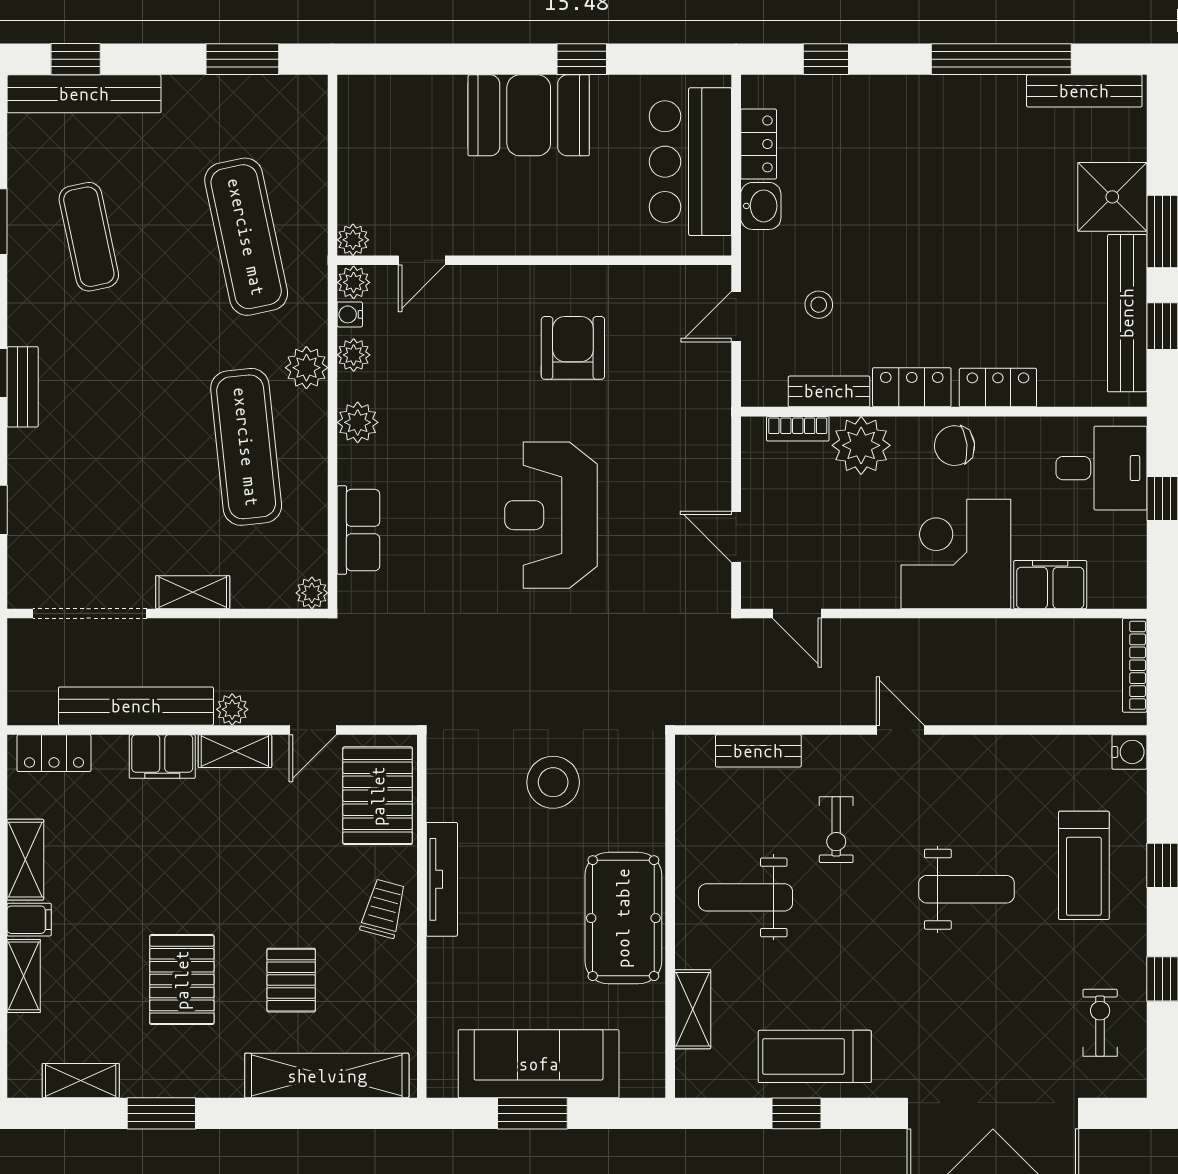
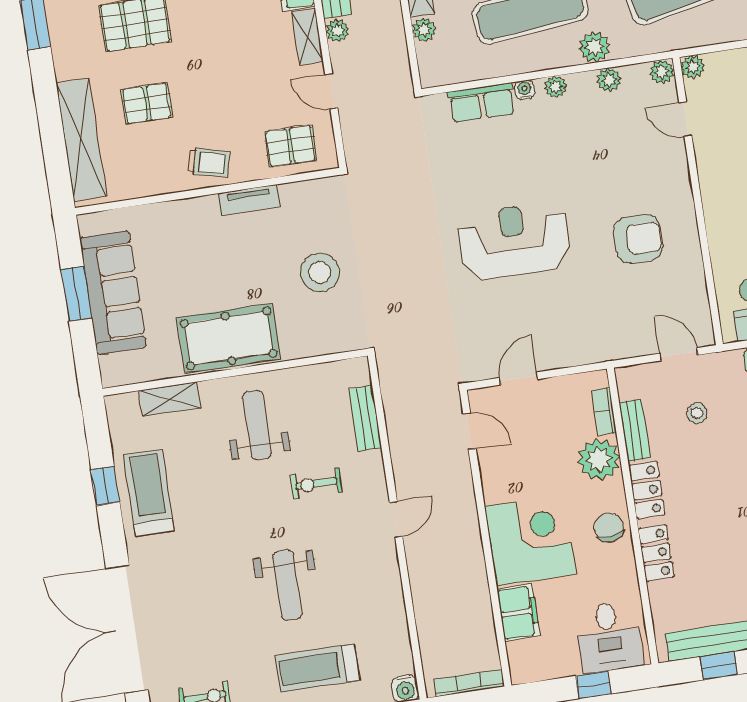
water cooler: (350, 314) -> (525, 90), moved
plant: (358, 422) -> (555, 87), width x0.73, depth x0.73
plant: (312, 593) -> (424, 30), moved
door: (797, 613) -> (469, 431), swing flipped
pallet: (378, 796) -> (291, 146), width x0.67, depth x0.71
tv unit: (442, 879) -> (249, 200), width x0.71

